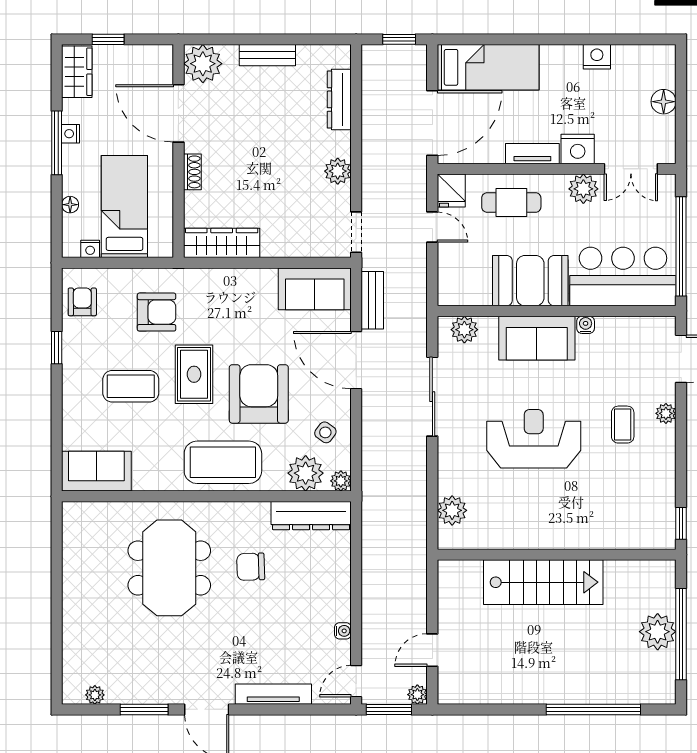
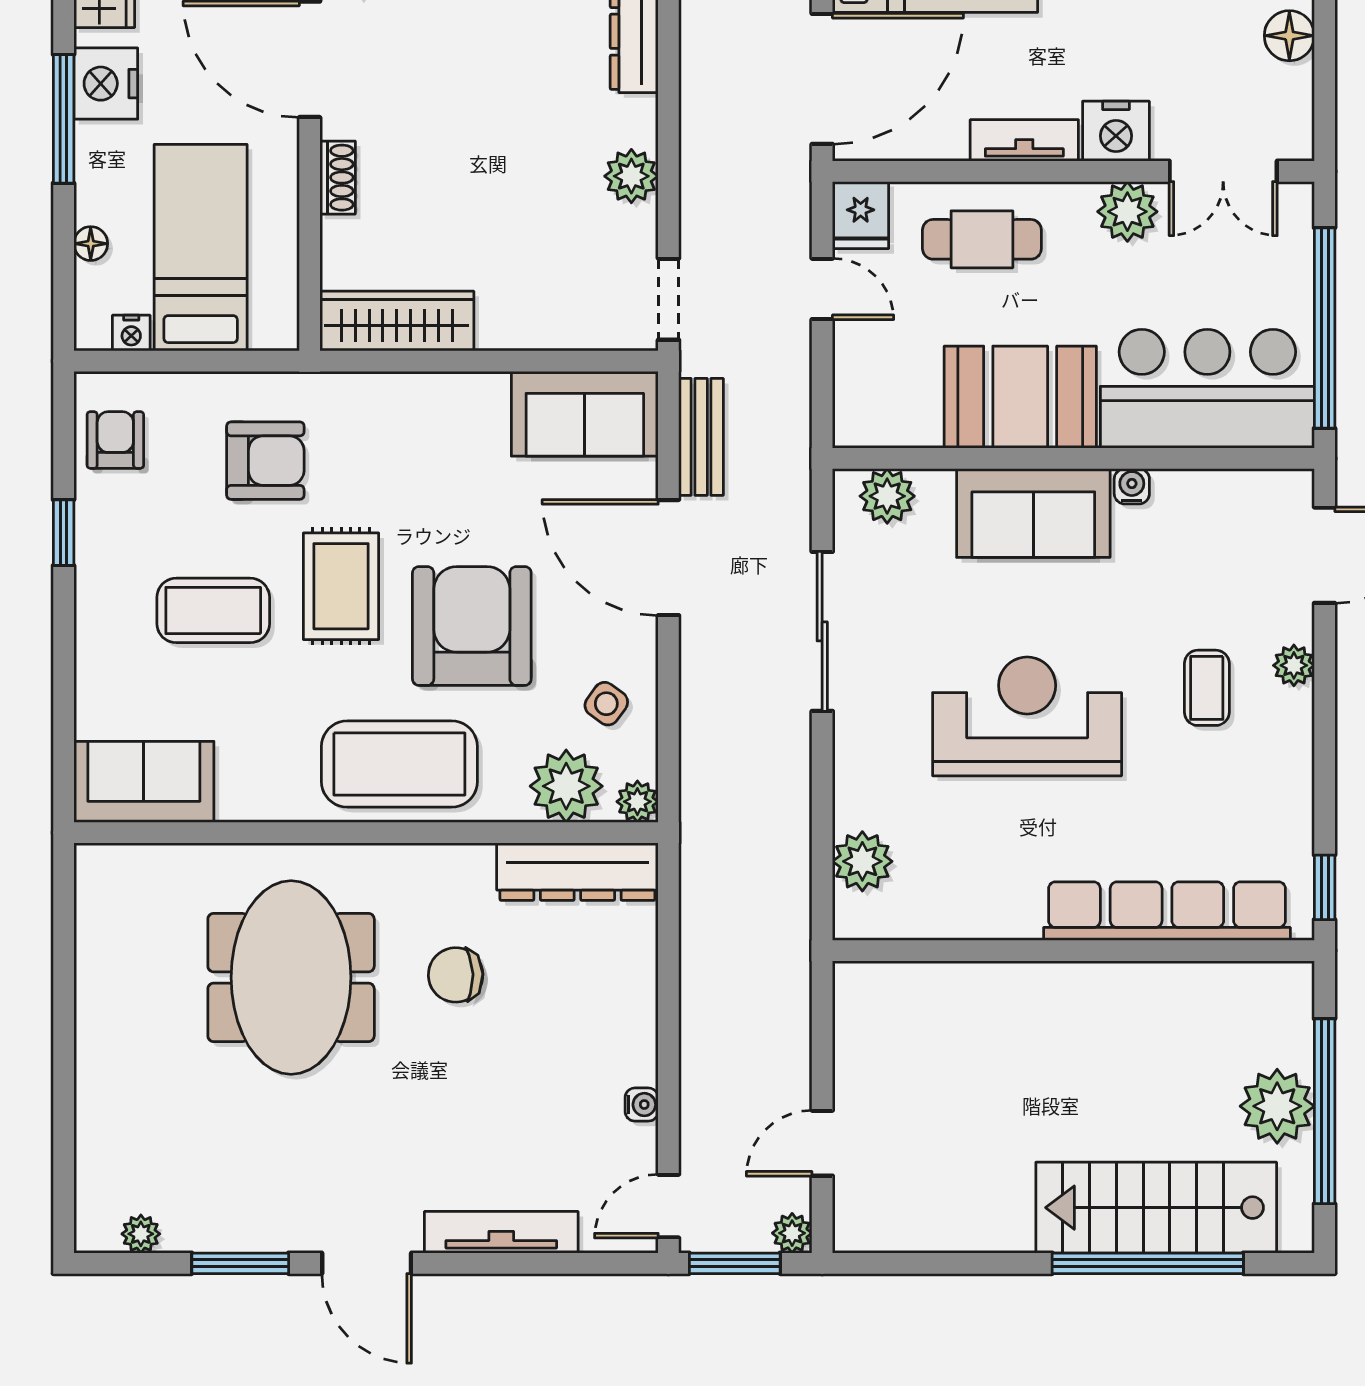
nightstand: (71, 134) -> (106, 84), width x1.89, depth x1.79
row of seats: (603, 535) -> (1167, 911), added
stairs: (543, 582) -> (1156, 1208), moved, turned 180

